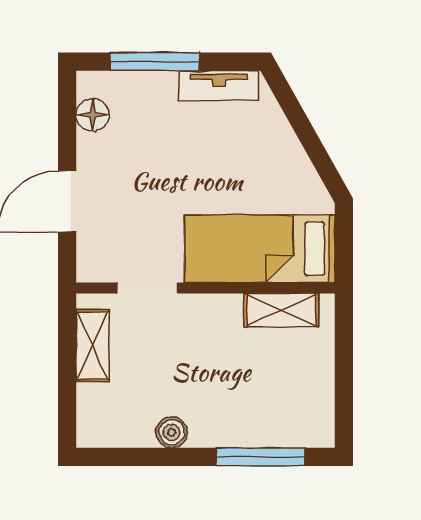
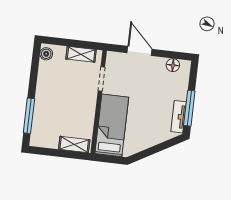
window: (155, 62) -> (189, 108), moved
shelving: (281, 310) -> (74, 144), moved, turned 90
boiler: (172, 432) -> (46, 54), moved

